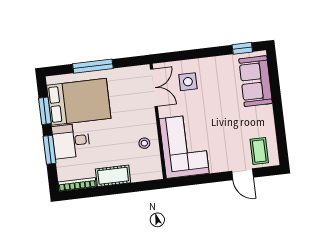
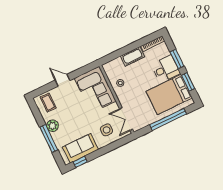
window: (93, 66) -> (168, 119), width x1.46
sofa: (256, 81) -> (81, 148), moved, turned -90
window: (276, 98) -> (49, 138), added
plant: (265, 115) -> (52, 126), added
door: (242, 174) -> (63, 80), moved

